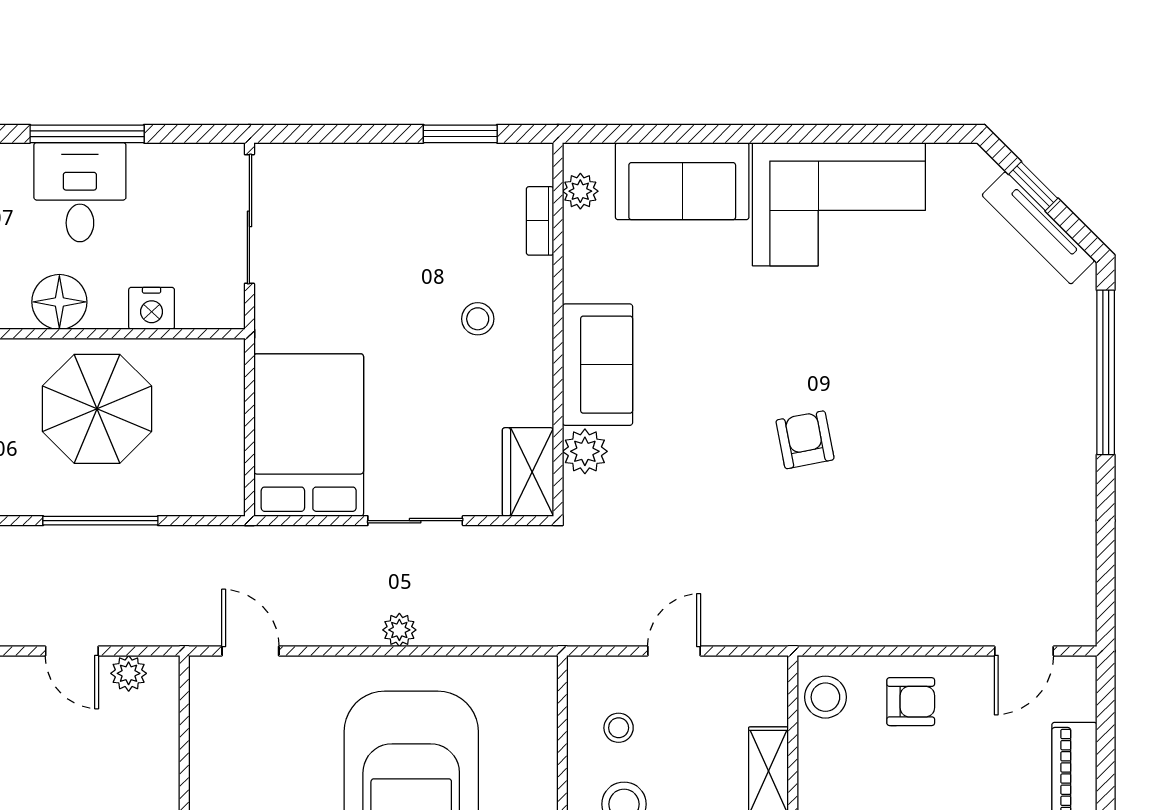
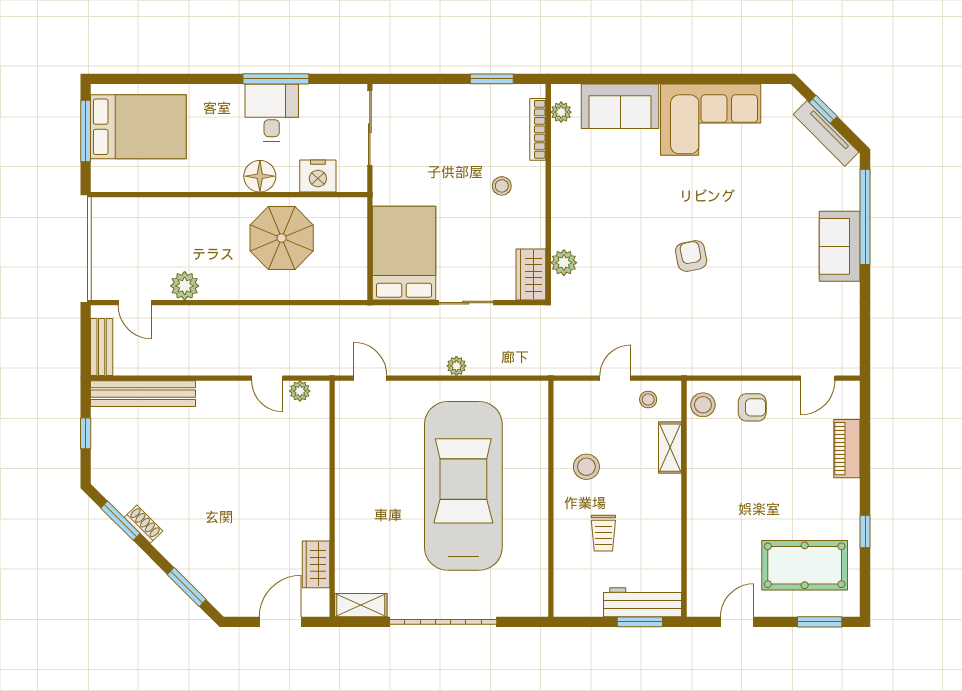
bookcase: (540, 221) -> (538, 129), width x1.56
nightstand: (152, 308) -> (318, 176), width x1.36, depth x1.33
sofa: (597, 365) -> (840, 246), moved, turned 180
window: (100, 521) -> (284, 303), removed
stool: (619, 728) -> (648, 399), moved

